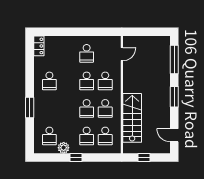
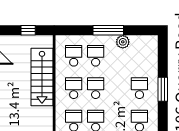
school desk: (49, 136) -> (139, 88), moved
window: (76, 158) -> (108, 30), width x2.17

